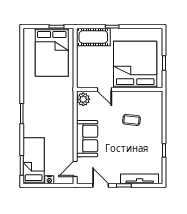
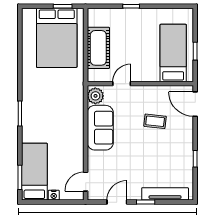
cot: (93, 37) -> (98, 48), moved, turned 90
bed: (135, 65) -> (173, 53), width x0.49
door: (104, 89) -> (122, 84), swing flipped
door: (164, 106) -> (195, 104), added
sofa: (87, 139) -> (100, 128), moved
door: (101, 185) -> (117, 202), hinge flipped

